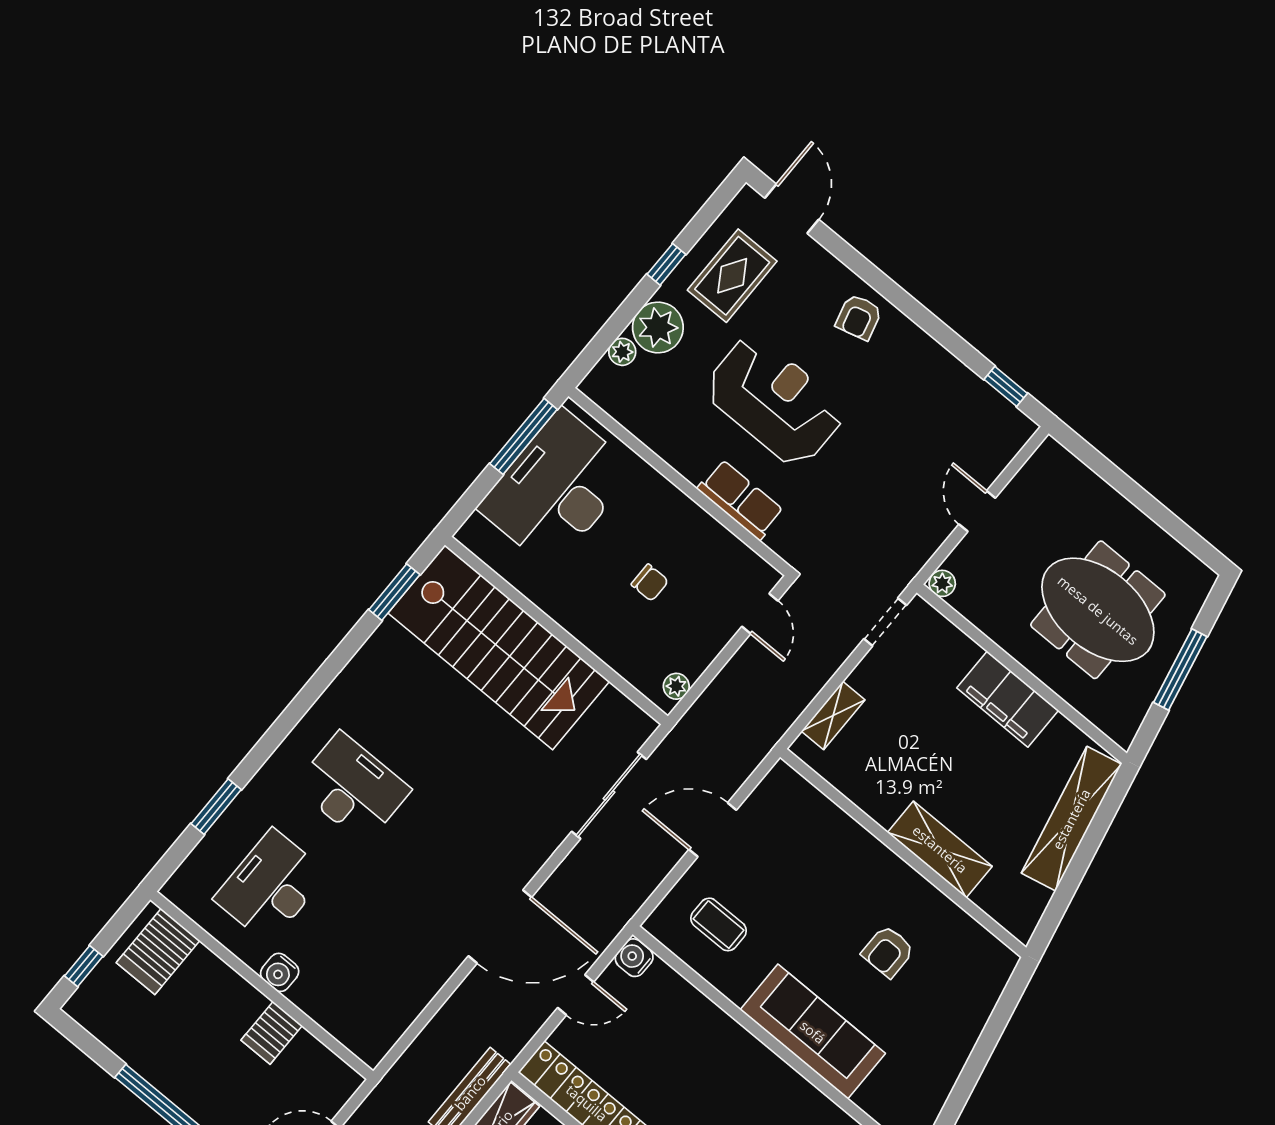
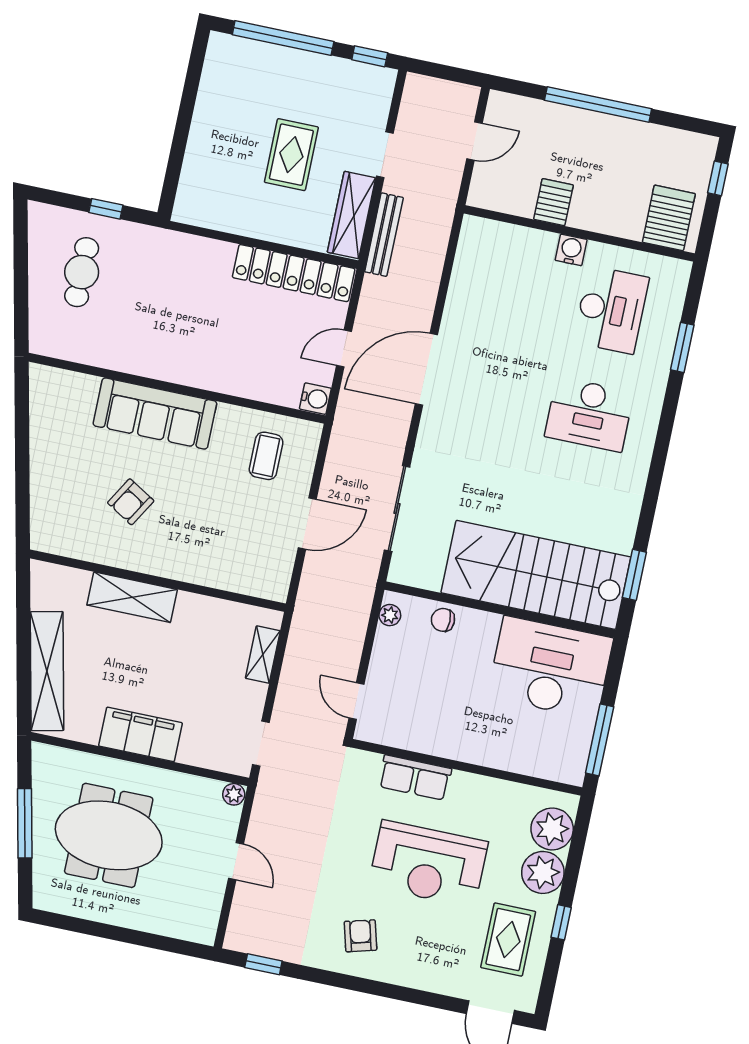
armchair: (859, 317) -> (361, 936), moved
plant: (622, 352) -> (552, 829), width x1.88, depth x1.88
desk: (557, 489) -> (550, 668), moved, turned -90
chair: (650, 583) -> (443, 620), moved
coffee table: (719, 924) -> (266, 456), turned 90
armchair: (888, 952) -> (131, 502), turned -149

